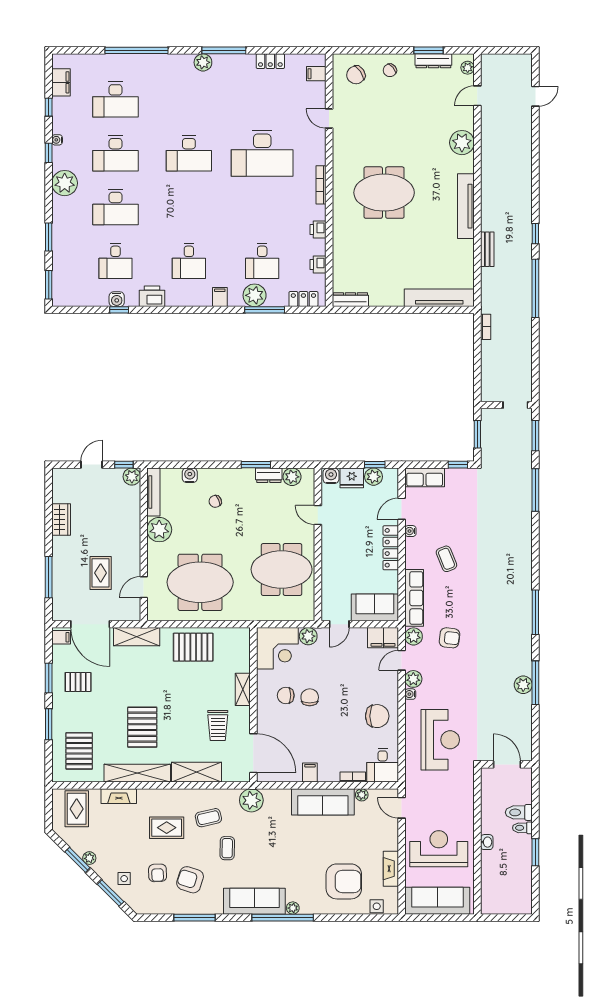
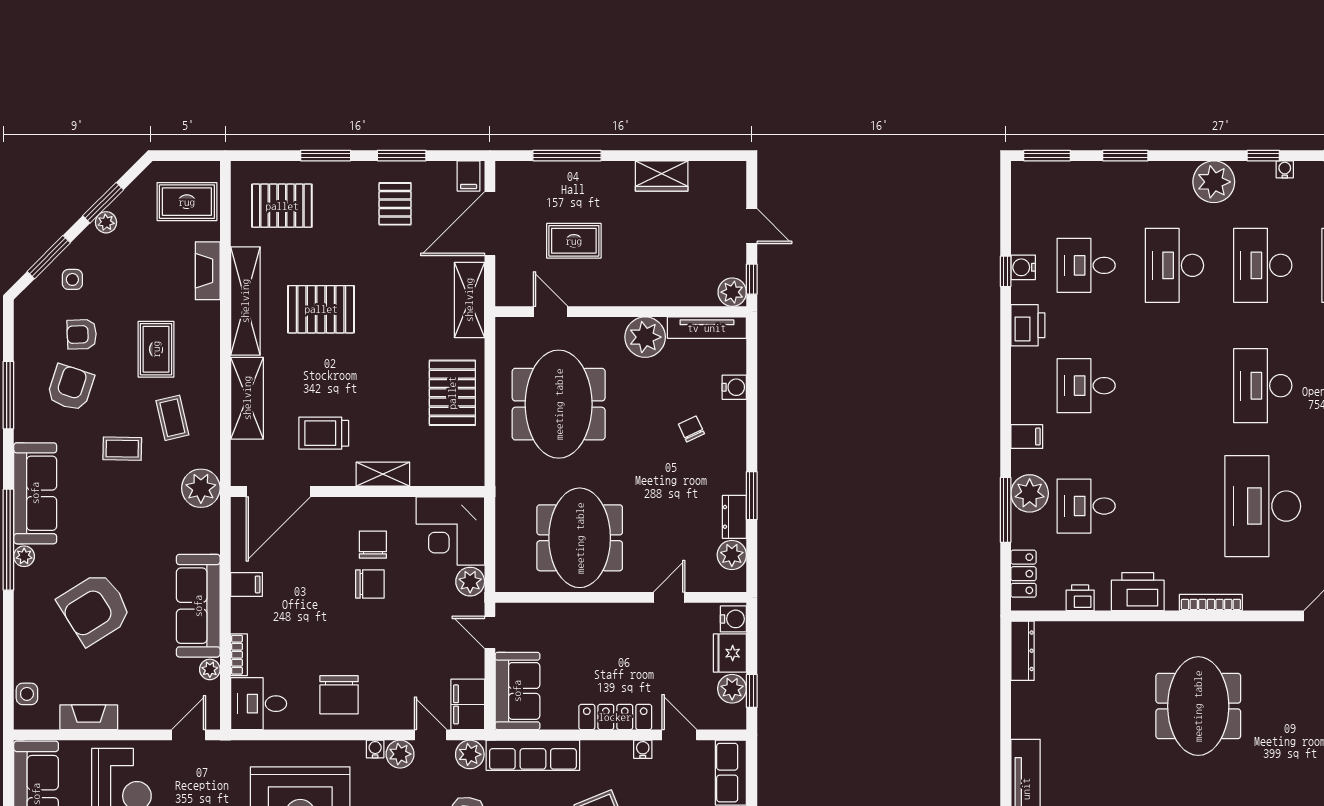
printer: (318, 229) -> (1138, 592), width x1.87, depth x1.48
armchair: (344, 881) -> (95, 609), moved, turned 58

